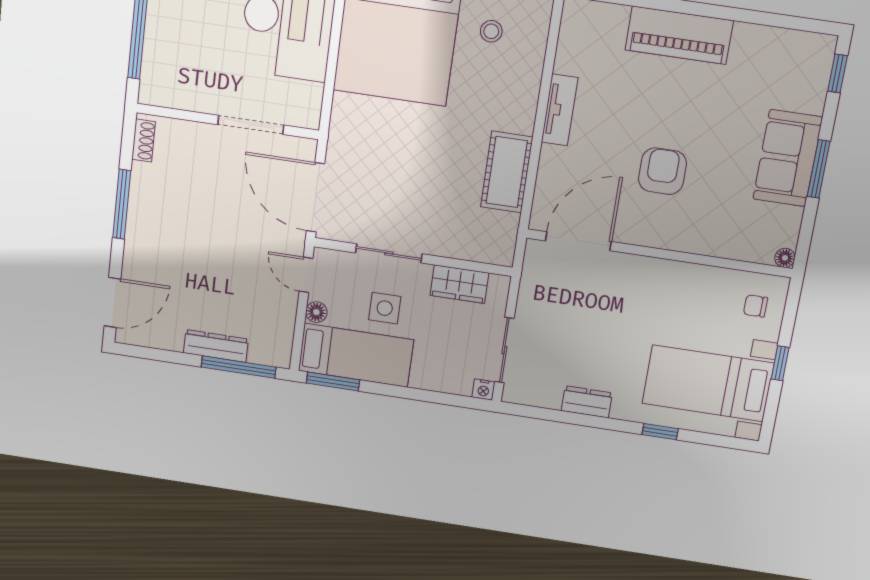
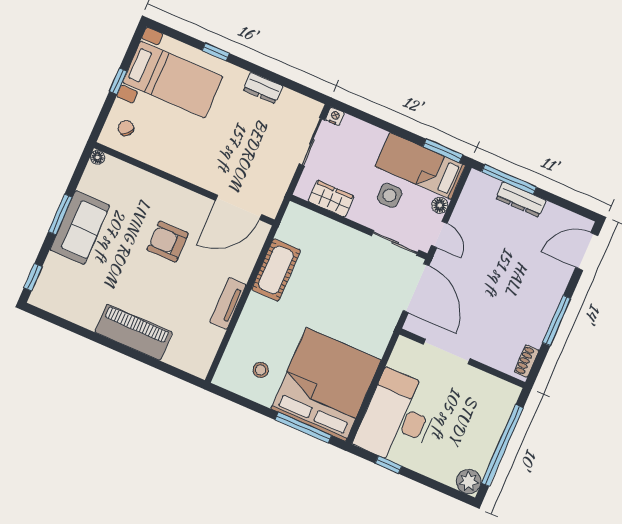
armchair: (662, 171) -> (168, 242), turned 90
sliding door: (389, 253) -> (395, 243), moved
chair: (755, 306) -> (126, 128), turned -136

